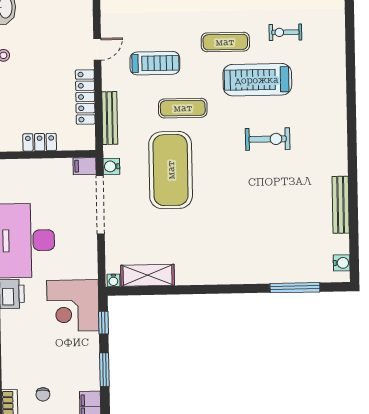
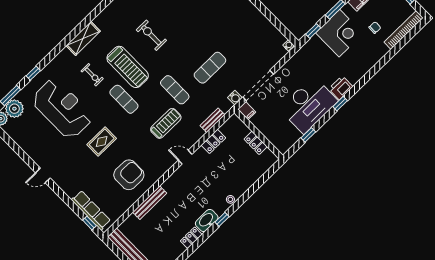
treadmill: (155, 63) -> (166, 123), turned 90
locker: (85, 97) -> (213, 141), width x0.66
bench: (110, 118) -> (212, 120), width x0.73
exercise mat: (171, 170) -> (210, 68), width x0.50, depth x0.69
shelving: (148, 275) -> (83, 38), moved, turned 90
corner desk: (73, 306) -> (339, 33), moved

